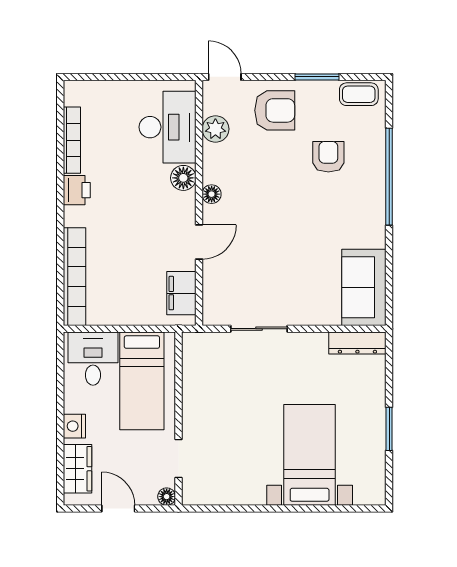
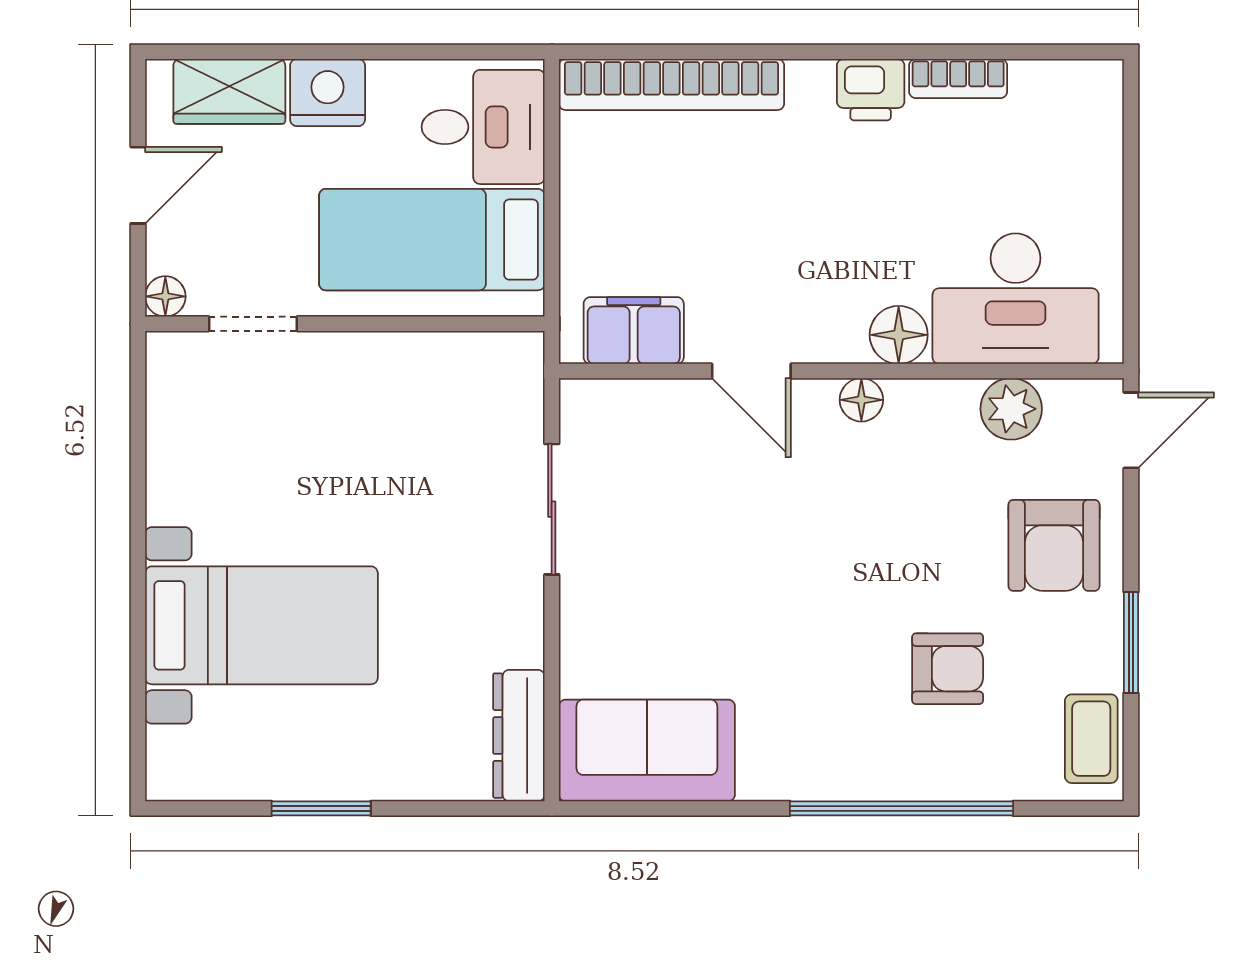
bookcase: (72, 140) -> (958, 79), width x0.64
nightstand: (74, 426) -> (328, 93), width x1.36, depth x1.33

